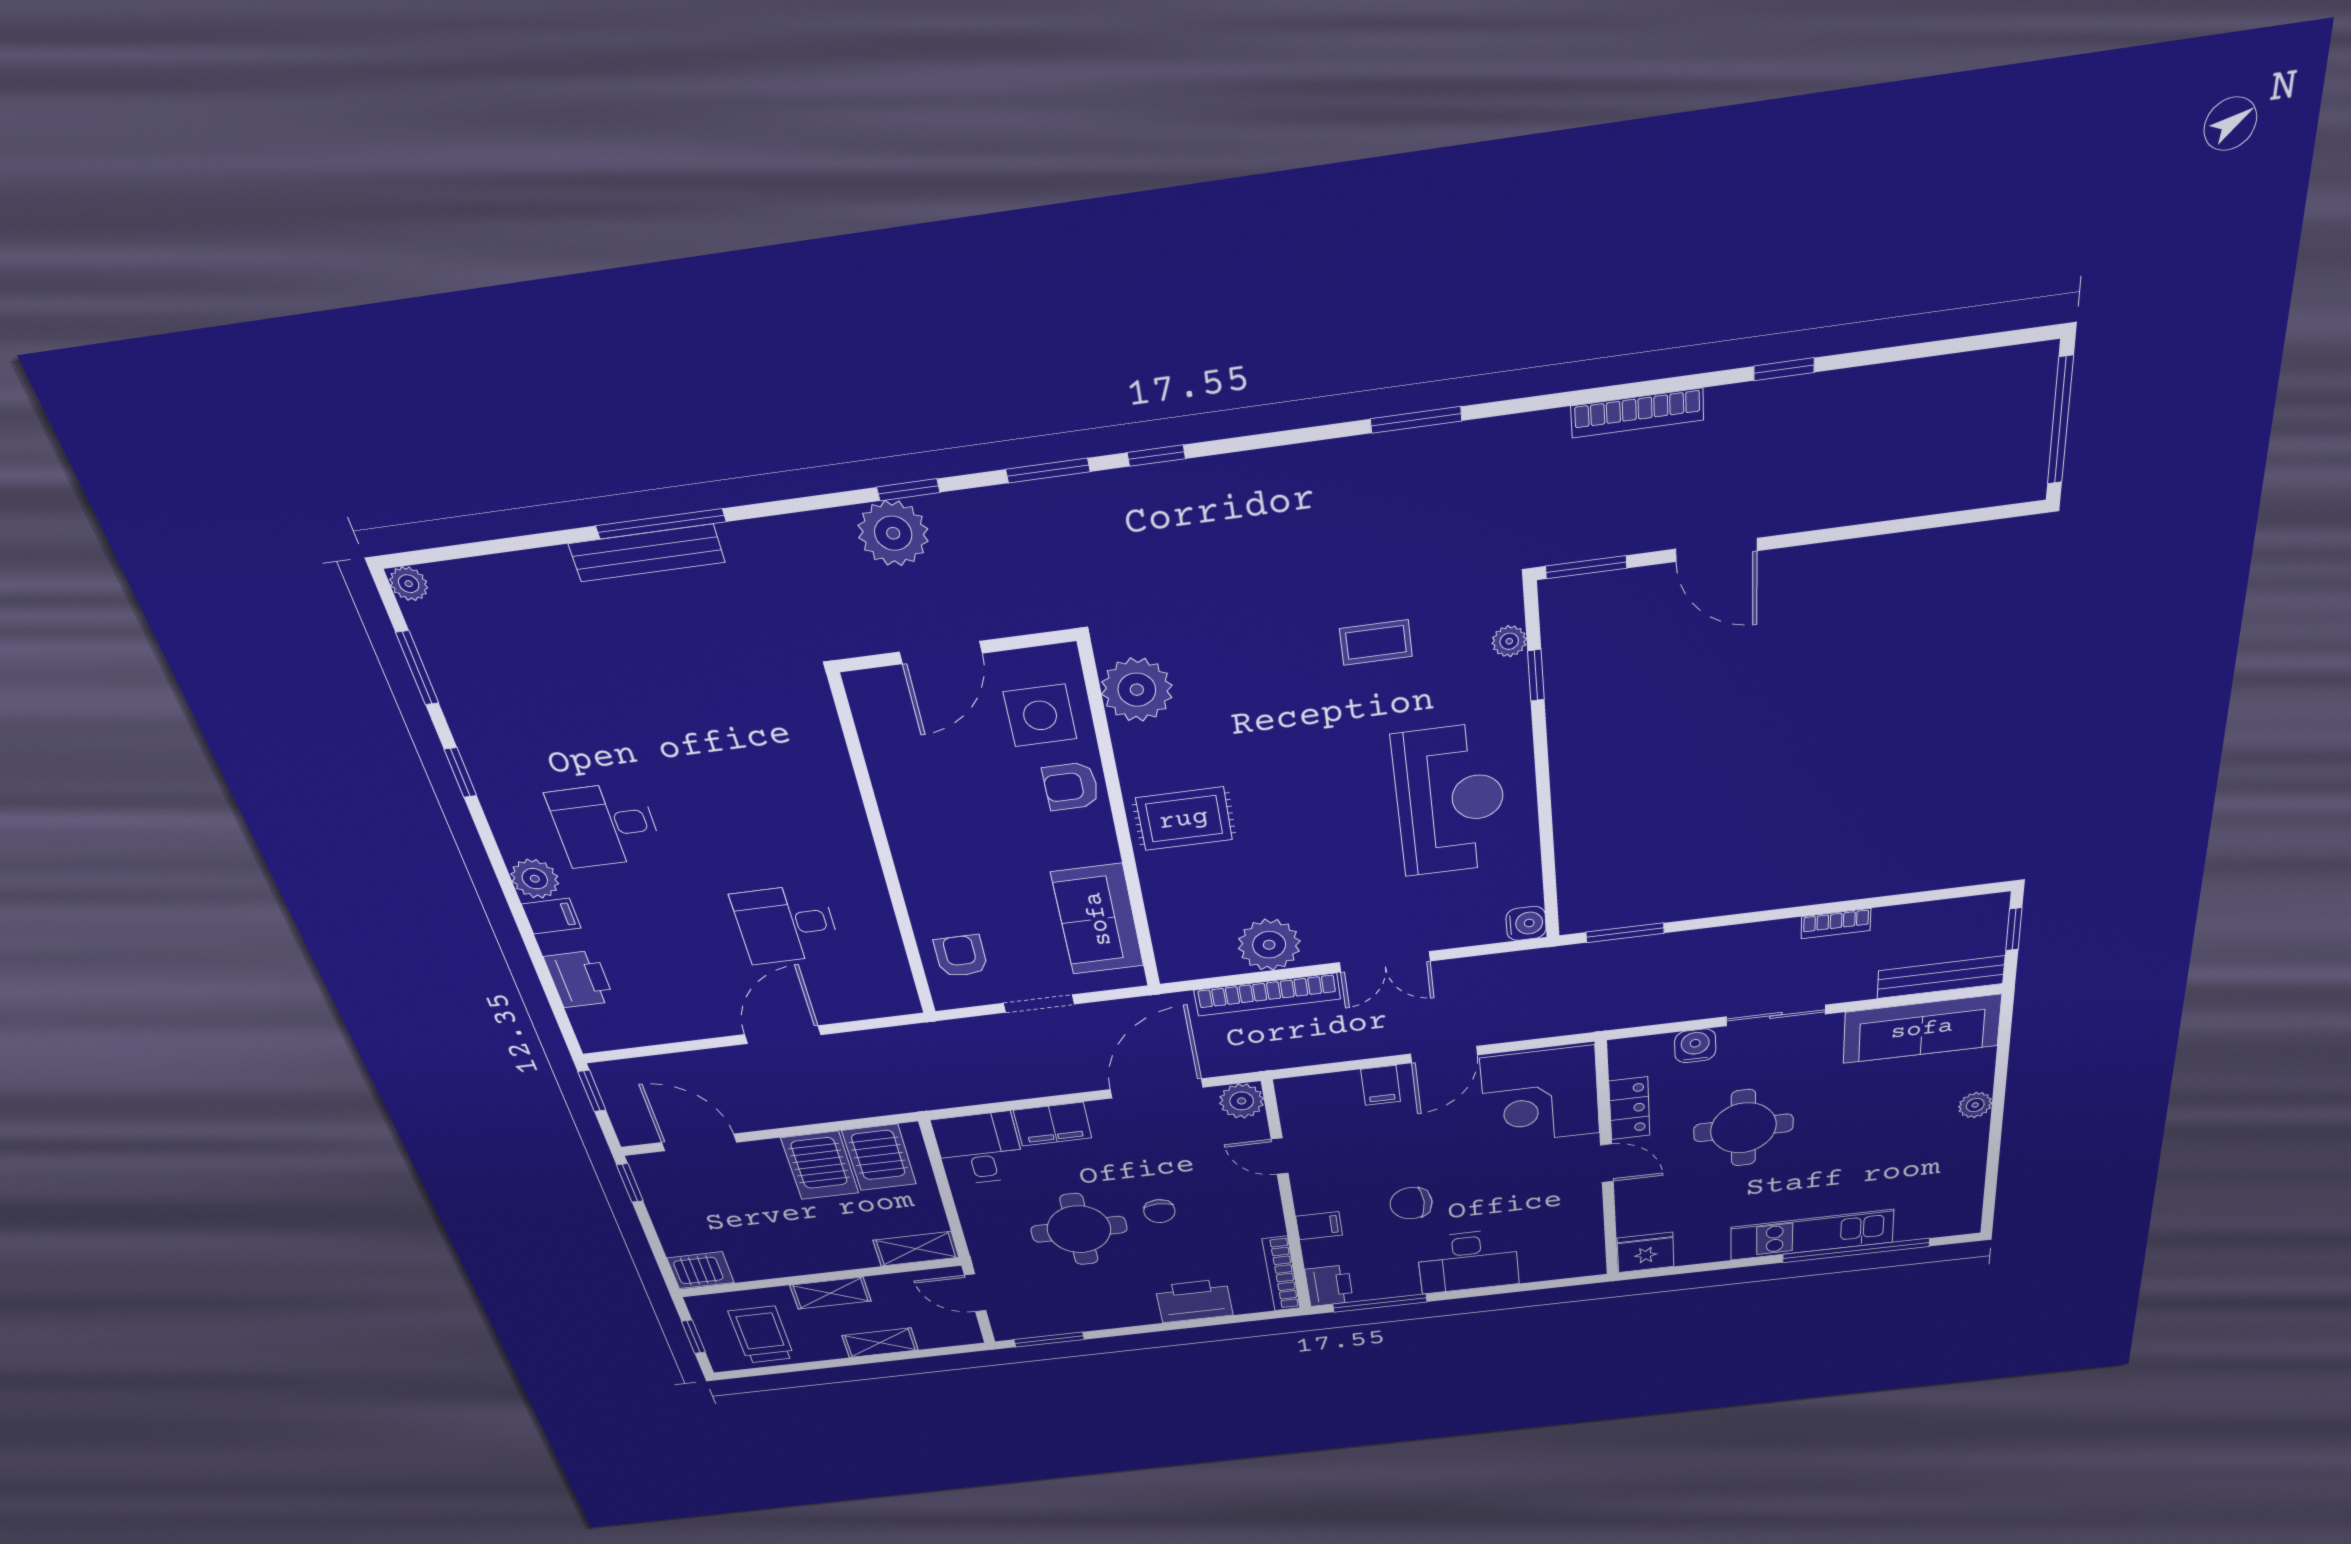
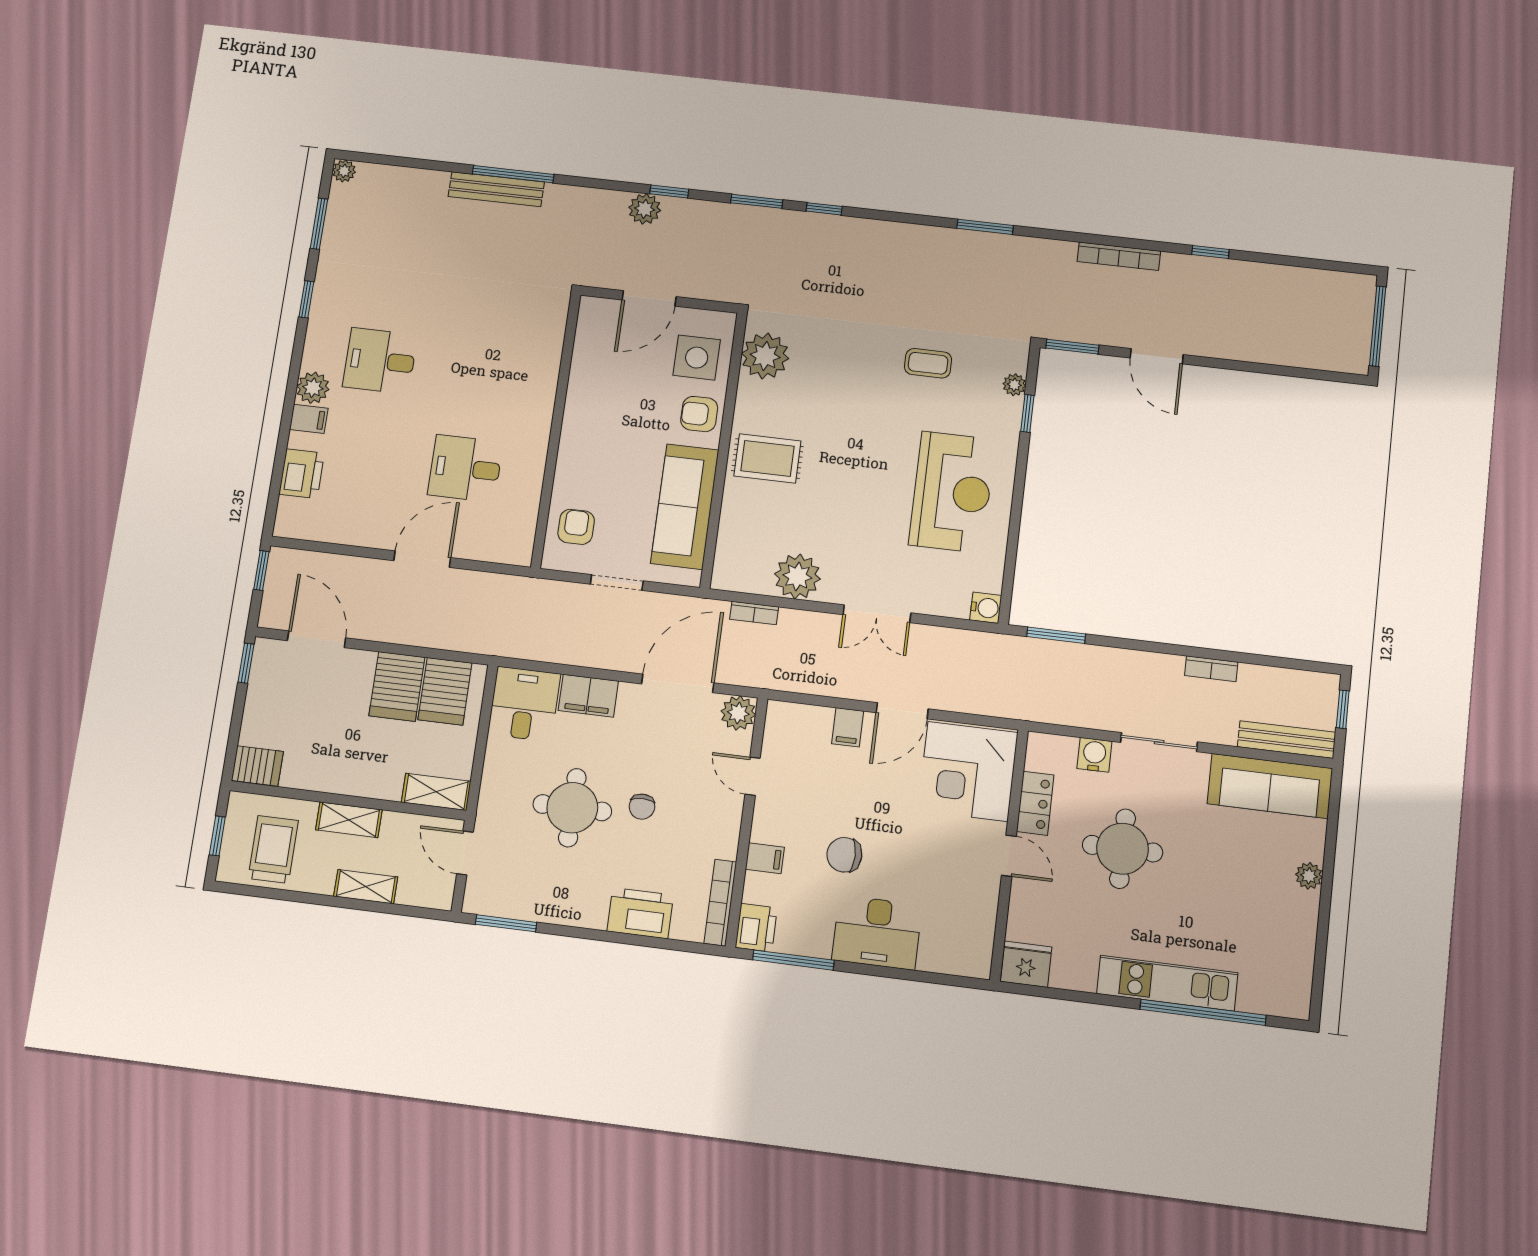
plant: (893, 533) -> (645, 209), width x0.73, depth x0.73
sofa: (1098, 919) -> (685, 507), width x1.36
bookcase: (1267, 995) -> (754, 613), width x0.43, depth x0.76

